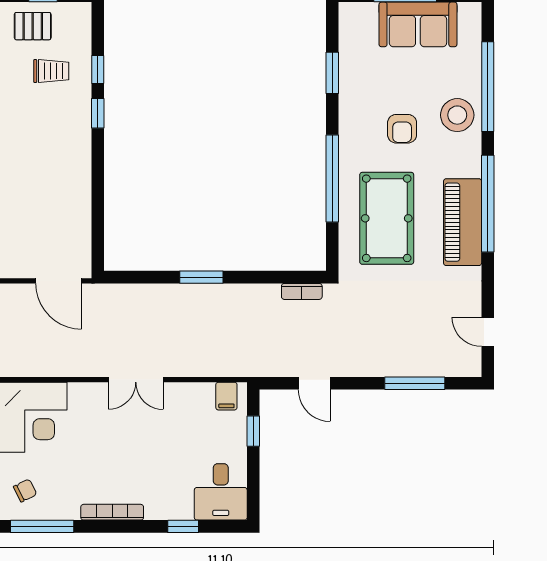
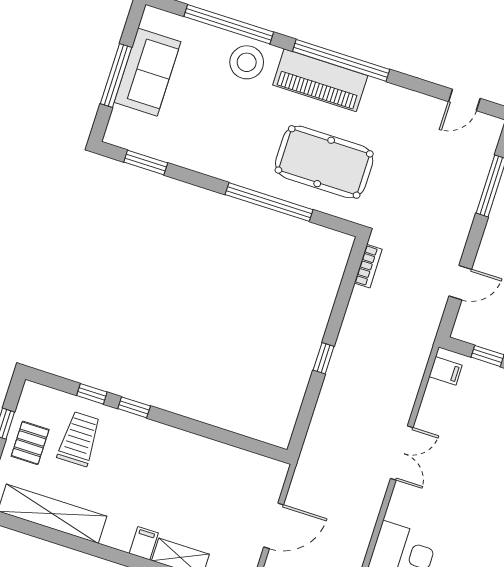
trolley: (51, 71) -> (79, 439), width x1.36, depth x1.39
window: (332, 73) -> (146, 162), moved
armchair: (402, 129) -> (243, 120), removed
piano: (463, 222) -> (320, 80), moved
window: (201, 277) -> (324, 358), width x0.67
door: (59, 281) -> (274, 526), moved

